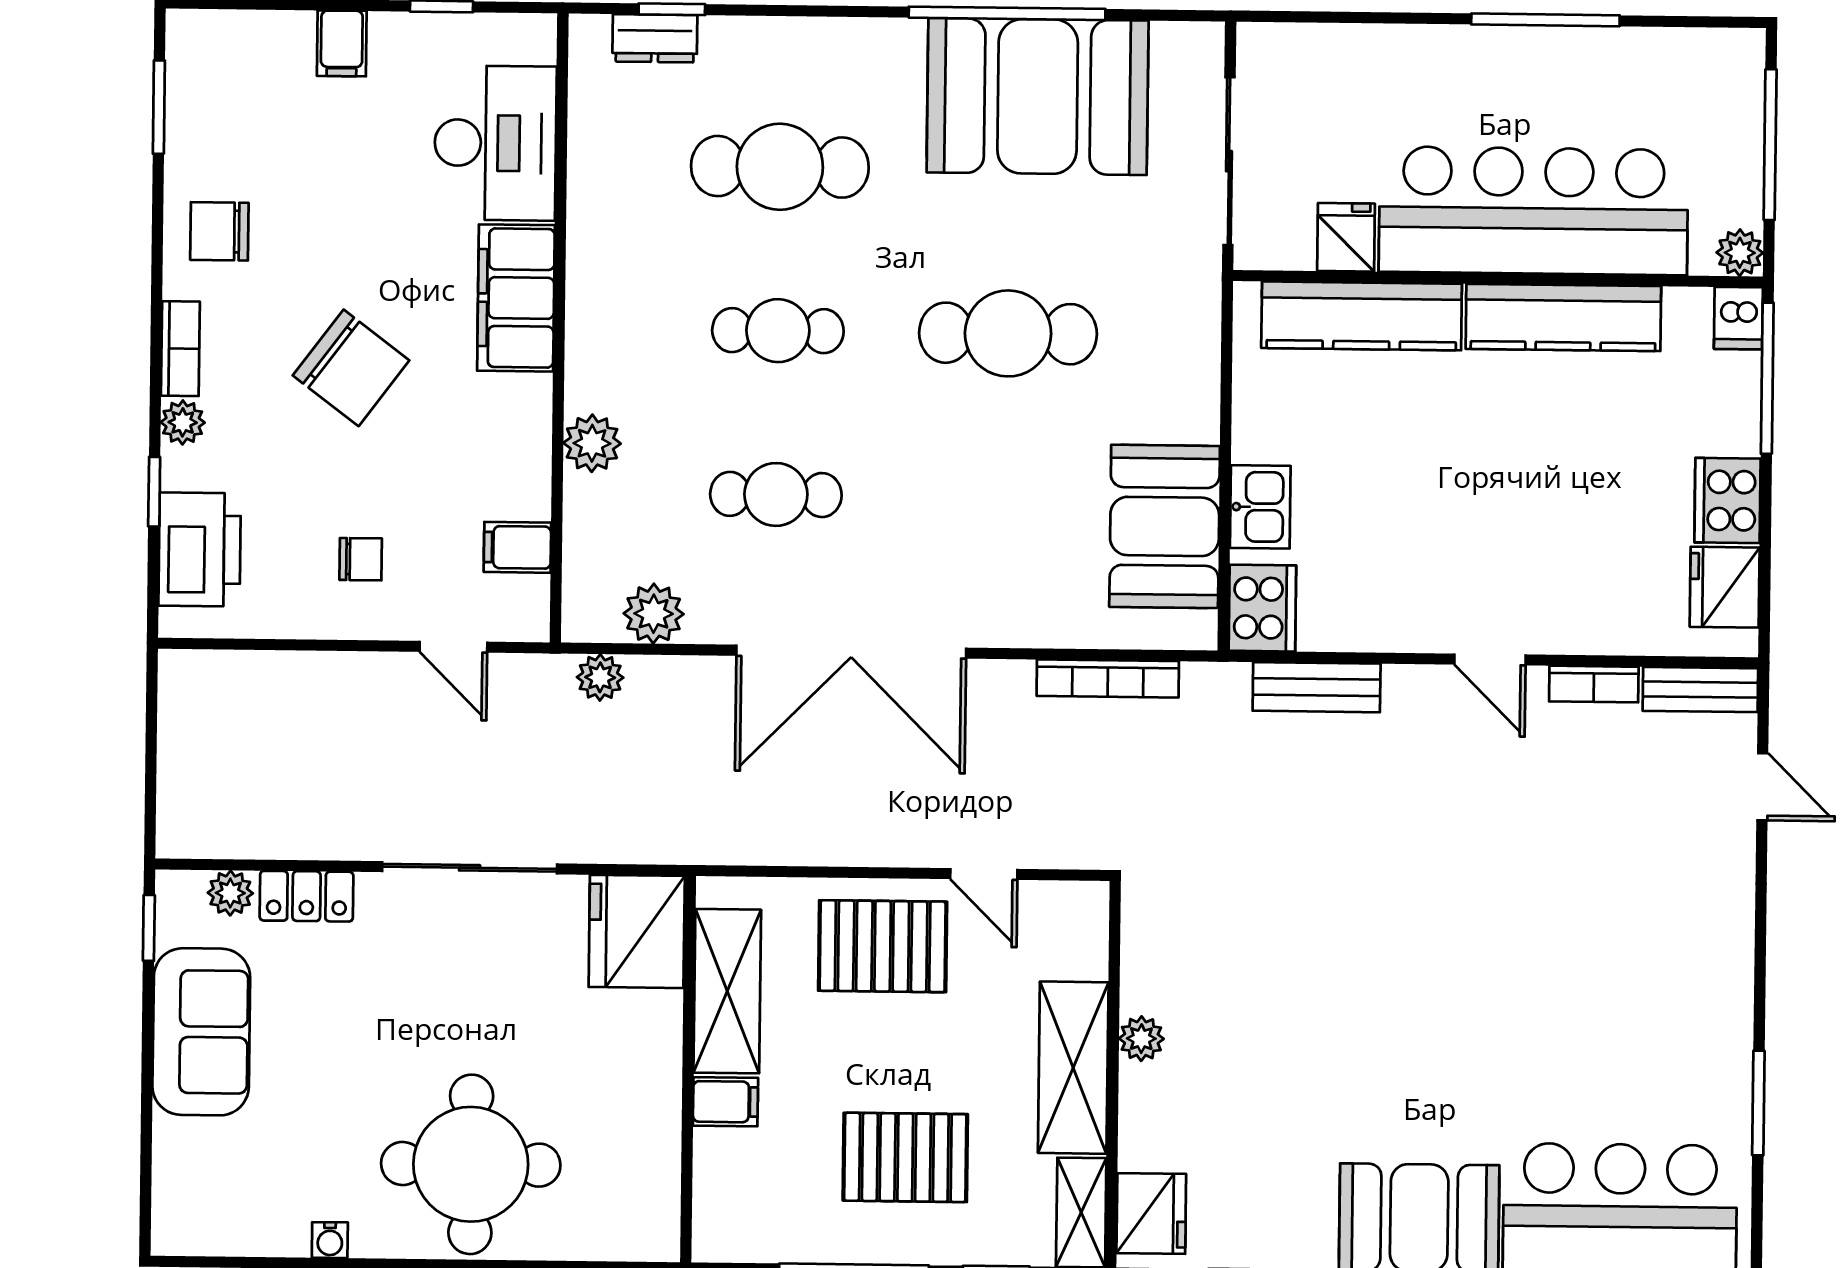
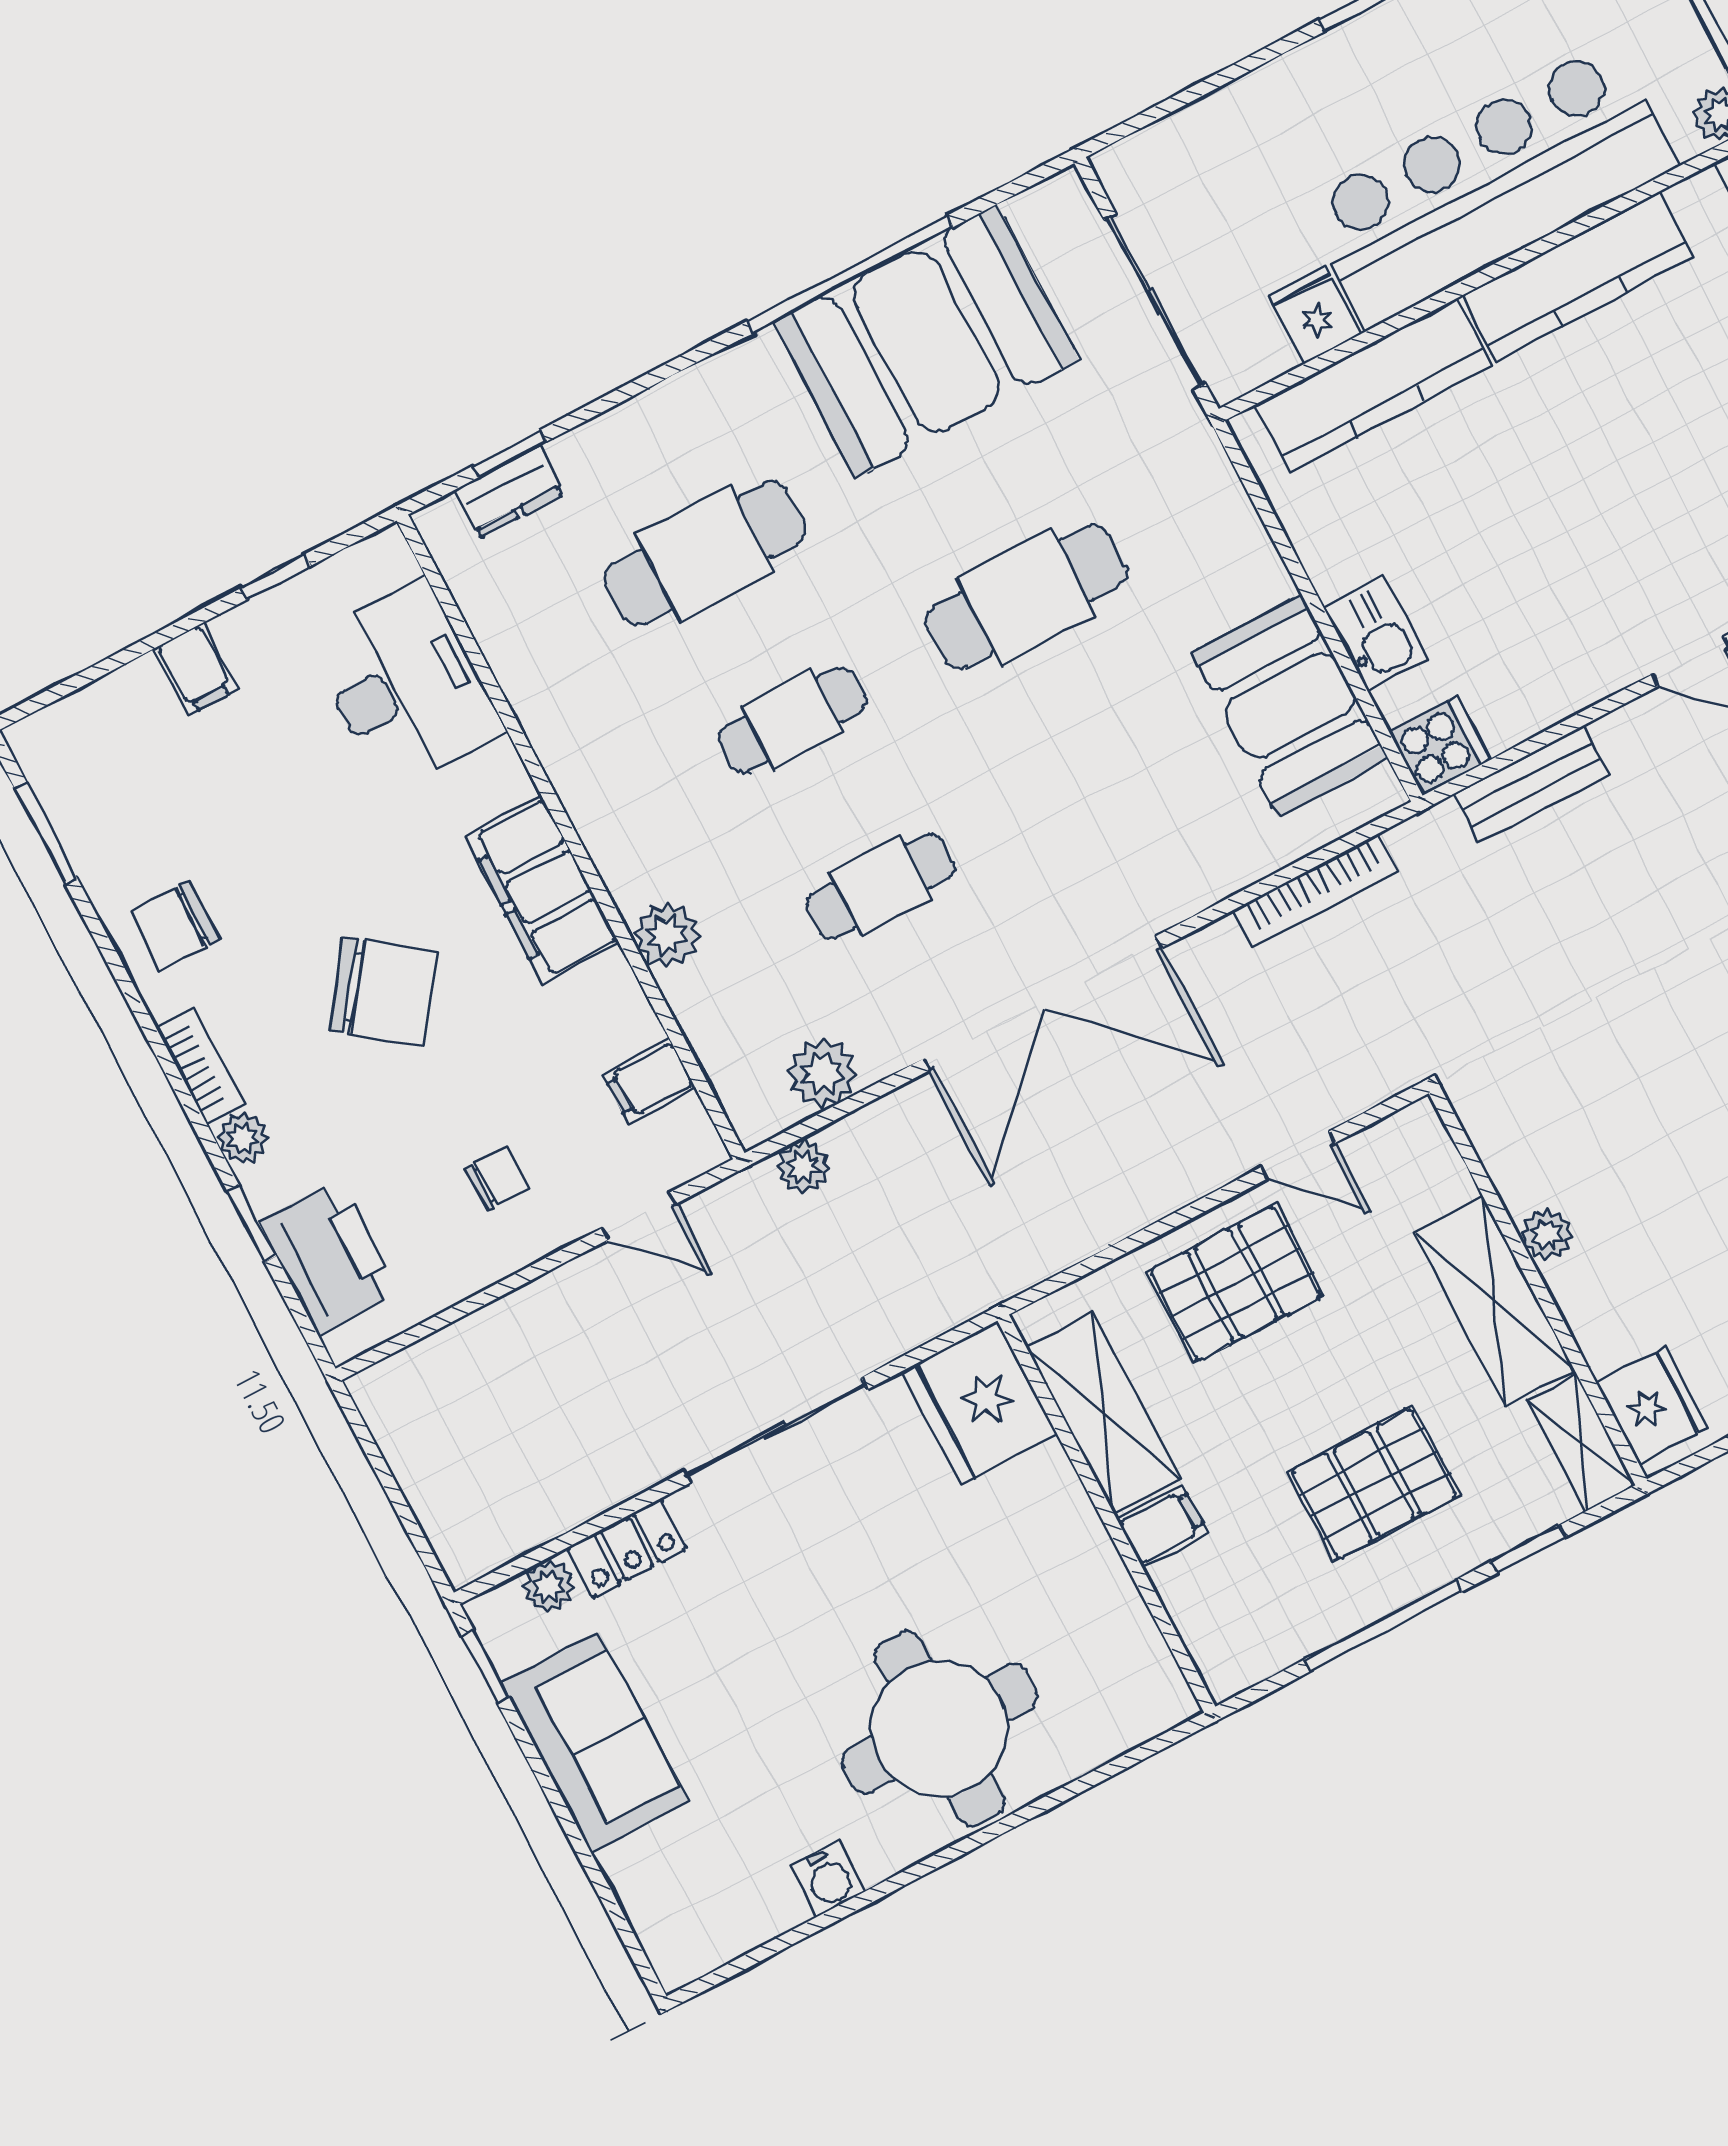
filing cabinet: (516, 298) -> (542, 890), moved
cooker: (1262, 608) -> (1439, 746), width x0.73
water cooler: (330, 1240) -> (828, 1879), width x1.38, depth x1.38

